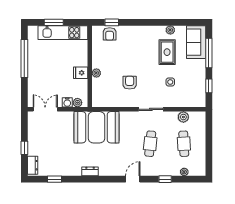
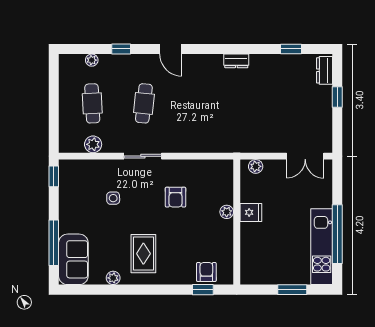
kitchen unit: (63, 33) -> (322, 247), moved, turned -90
rug: (167, 52) -> (143, 254), moved
window: (209, 86) -> (54, 176), moved
water cooler: (67, 102) -> (271, 167), removed
booth: (96, 127) -> (226, 129), removed
door: (133, 179) -> (171, 49), hinge flipped

